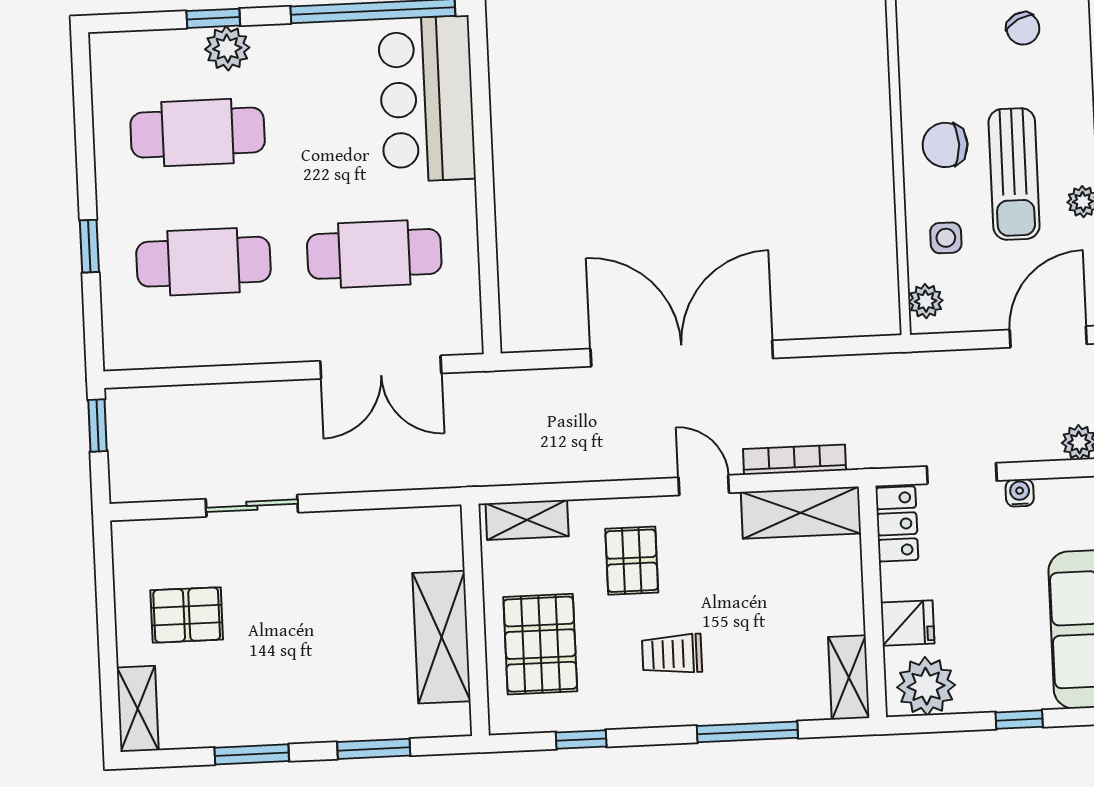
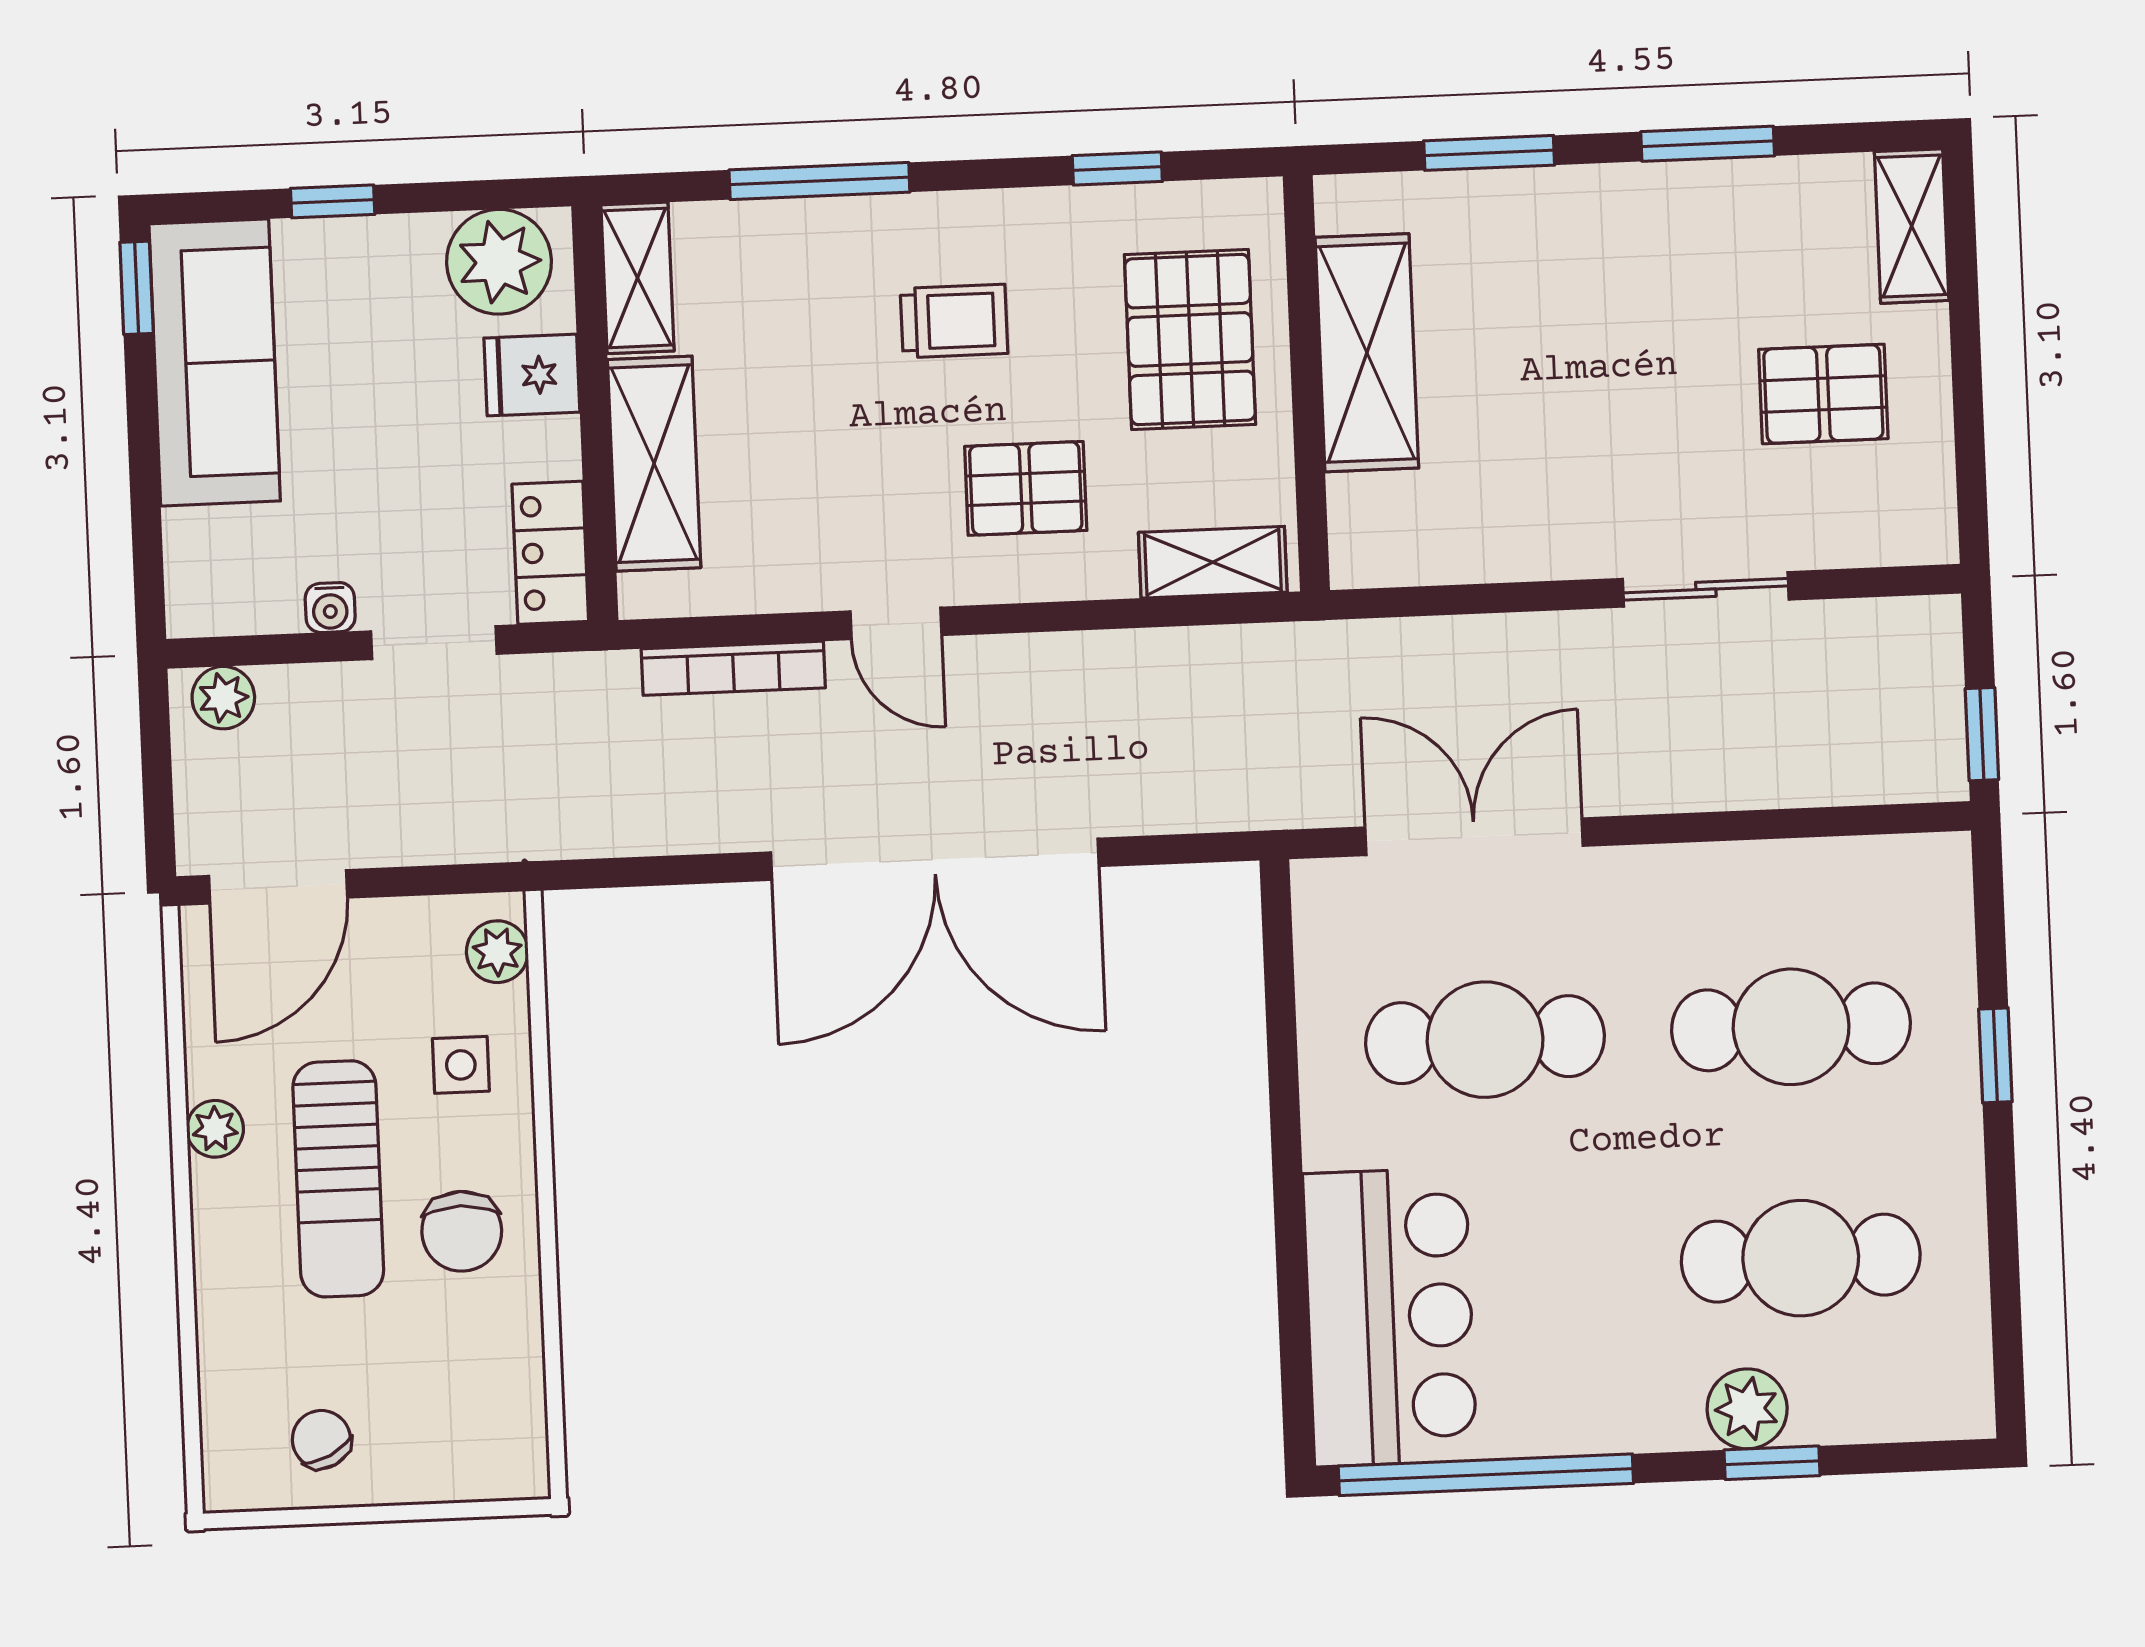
chair: (945, 145) -> (462, 1231), turned 90
sun lounger: (1014, 174) -> (338, 1179), turned 180
shelving: (801, 513) -> (654, 464), moved, turned 90
pallet: (632, 561) -> (1026, 488), turned 90

